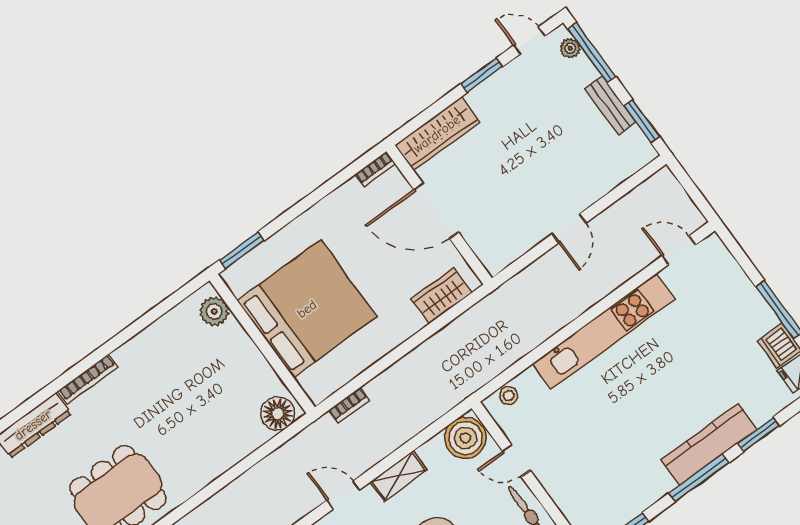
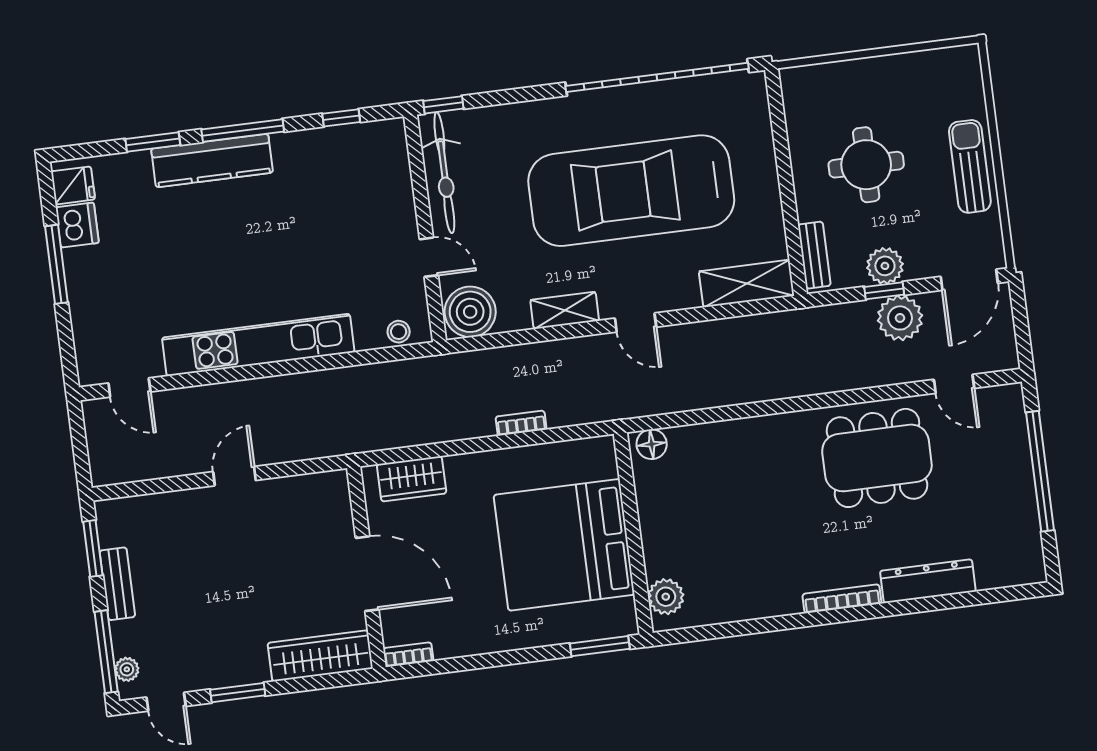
bookcase: (349, 405) -> (521, 423), moved
floor lamp: (278, 414) -> (652, 444), width x0.73, depth x0.73

